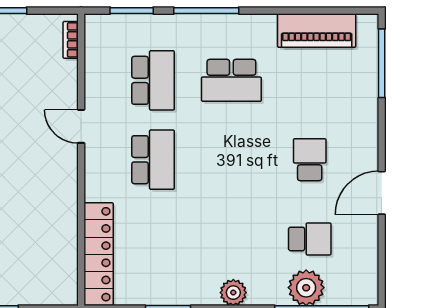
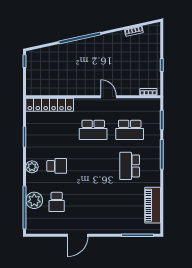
door: (81, 126) -> (109, 97), hinge flipped
school desk: (310, 160) -> (57, 166), moved
door: (382, 193) -> (78, 235), swing flipped

